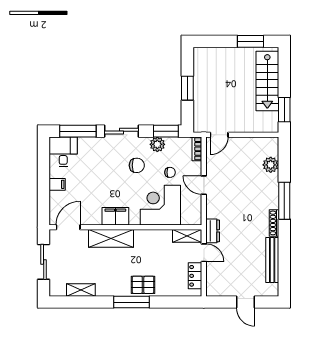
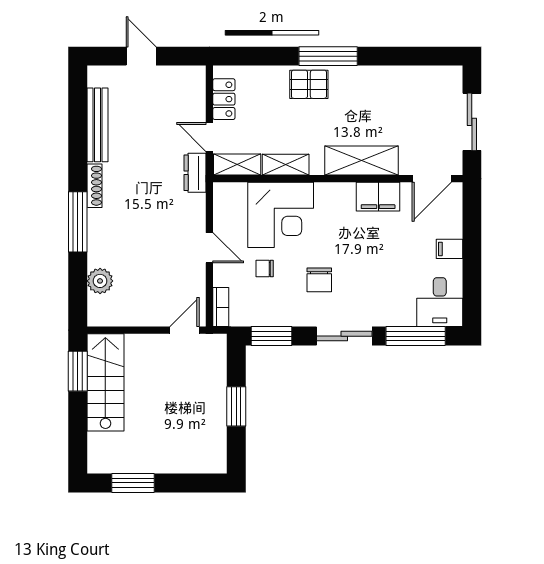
stairs: (267, 81) -> (105, 382), moved
plant: (157, 144) -> (286, 314), removed
chair: (137, 165) -> (319, 280), turned -90
filing cabinet: (115, 216) -> (378, 197), moved
shelving: (81, 290) -> (286, 165), moved

